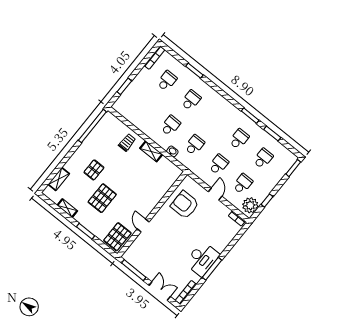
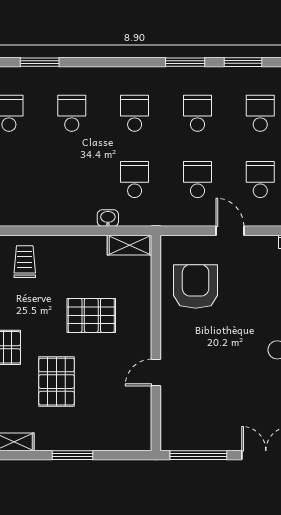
school desk: (170, 126) -> (135, 113), moved
shelving: (151, 151) -> (129, 245), moved
armchair: (185, 205) -> (196, 287), turned 90
door: (143, 225) -> (156, 372), hinge flipped
pallet: (117, 237) -> (91, 315), moved, turned 90

